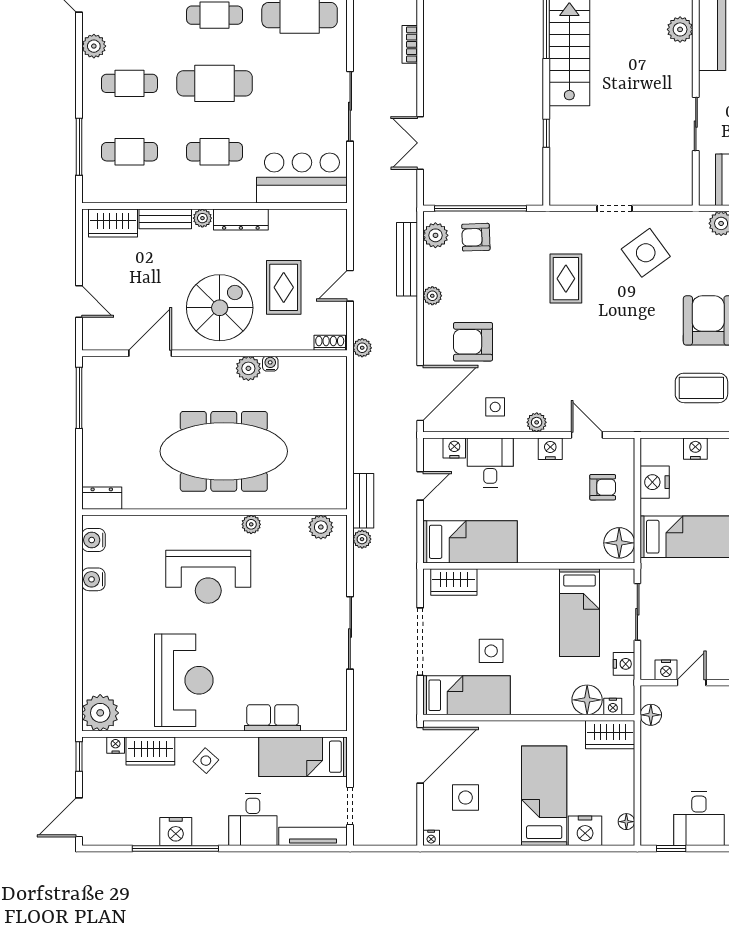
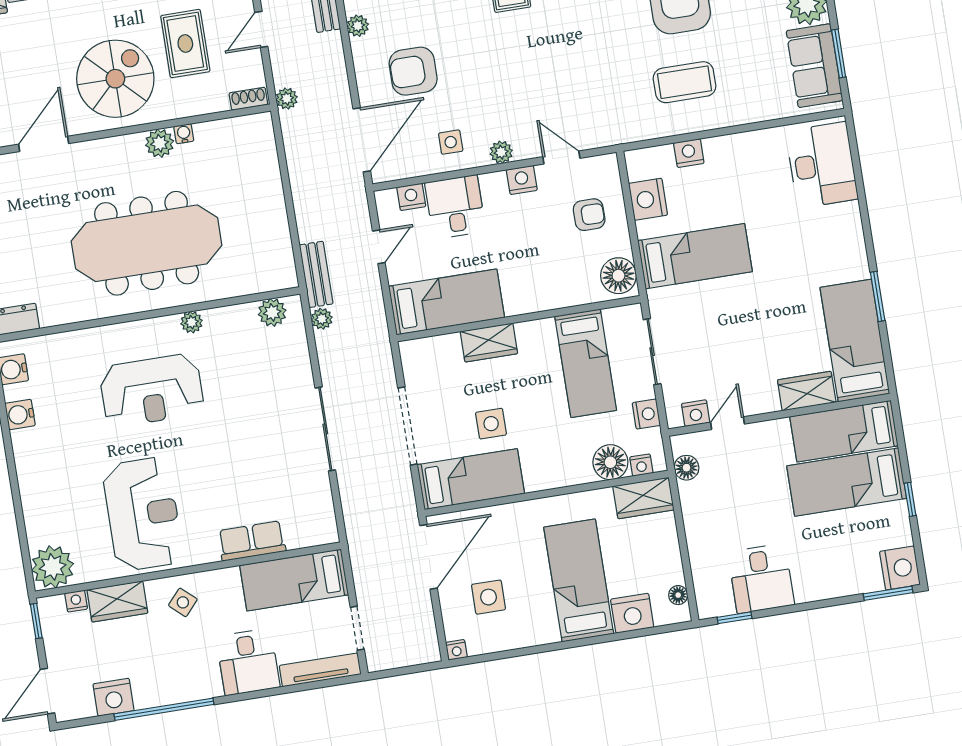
wardrobe: (454, 582) -> (489, 343), moved
nightstand: (176, 832) -> (114, 697), moved

